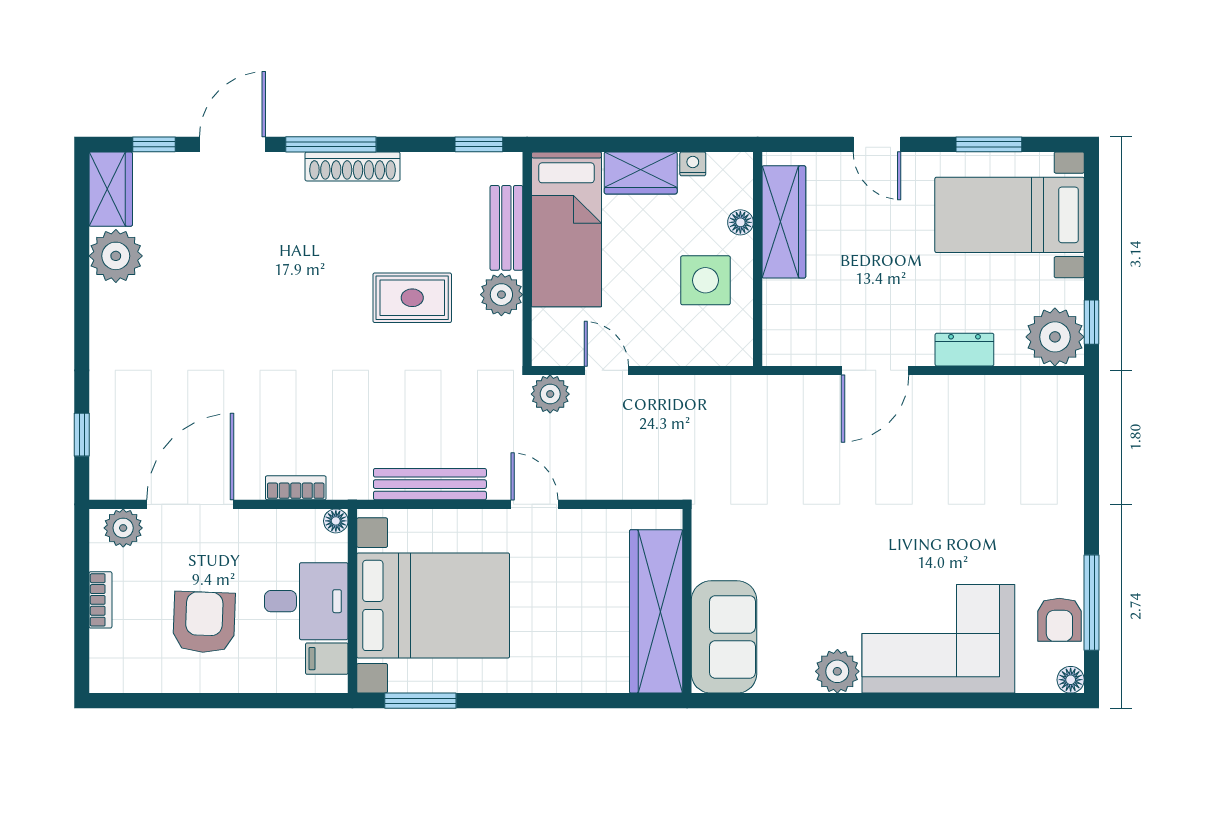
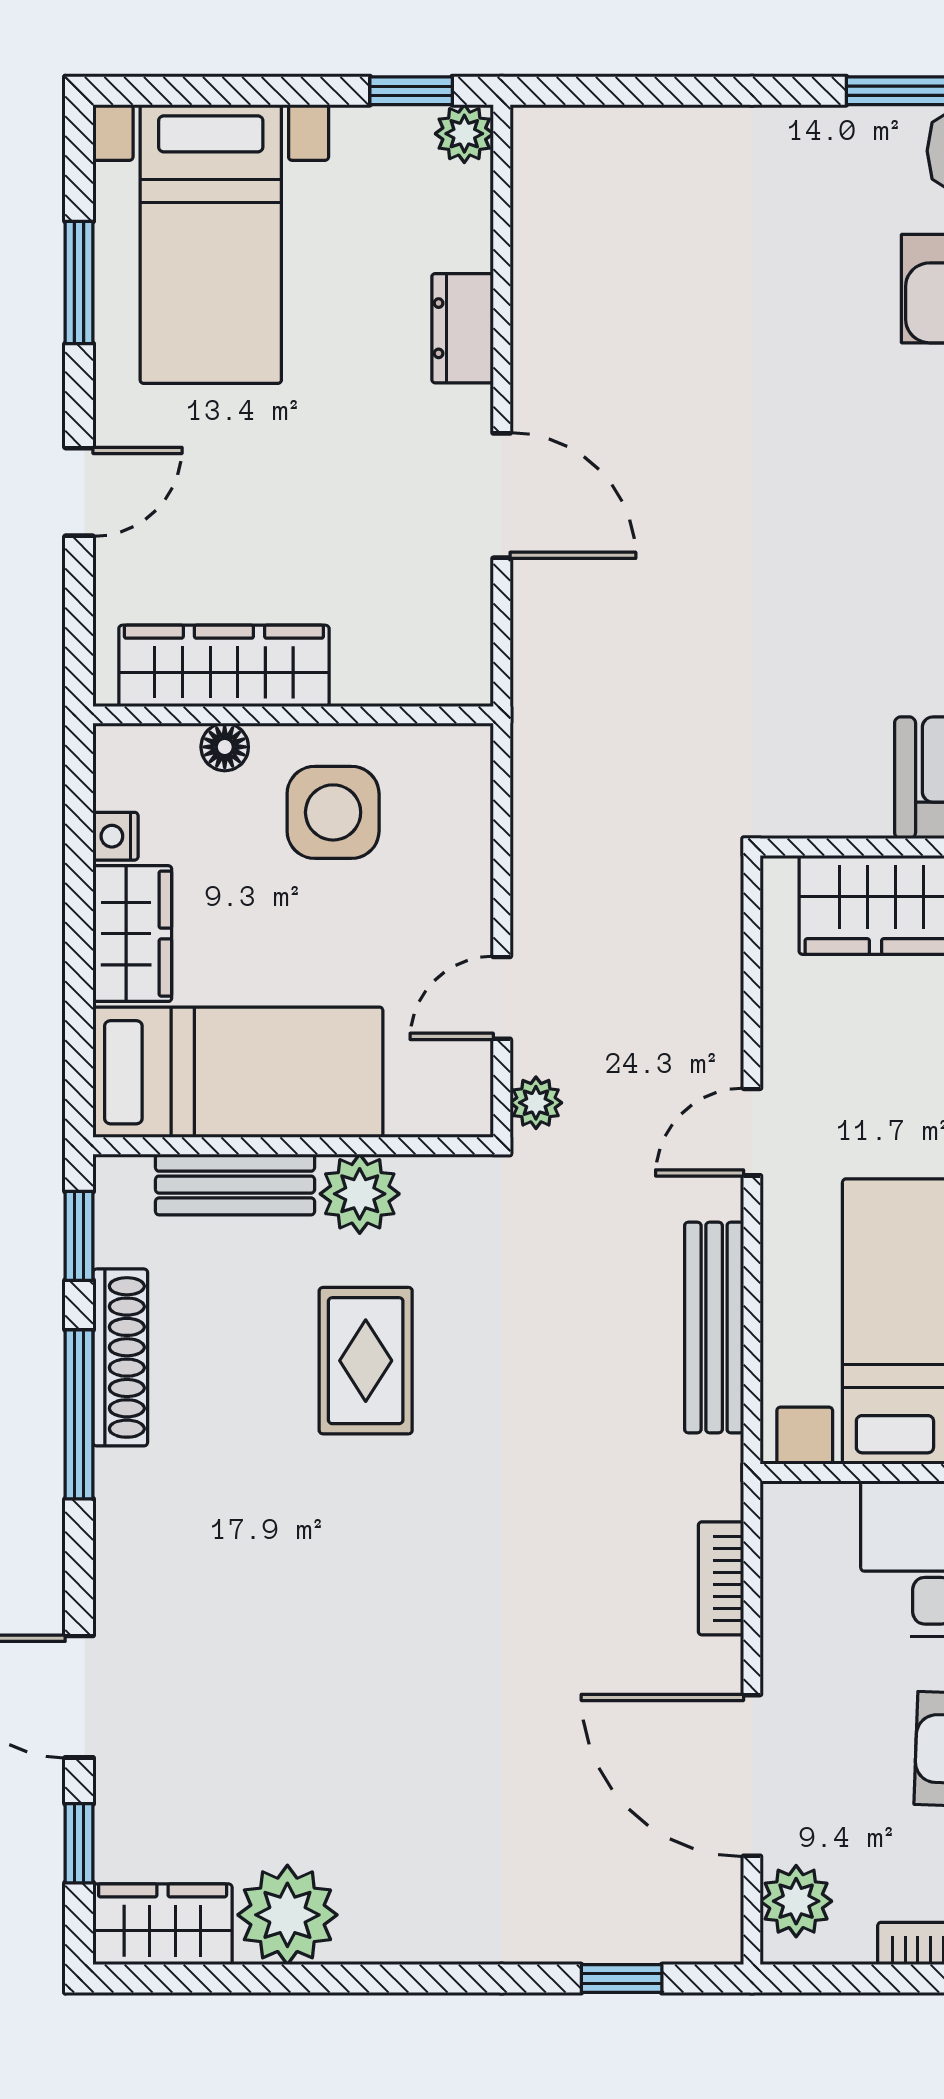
window: (331, 144) -> (79, 1414), moved
shoe rack: (353, 166) -> (120, 1357), moved
plant: (1055, 337) -> (464, 134), width x0.53, depth x0.53
plant: (550, 394) -> (536, 1103), width x0.73, depth x0.73
floor lamp: (336, 521) -> (783, 1504), removed

